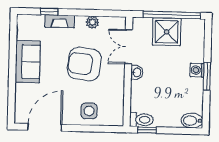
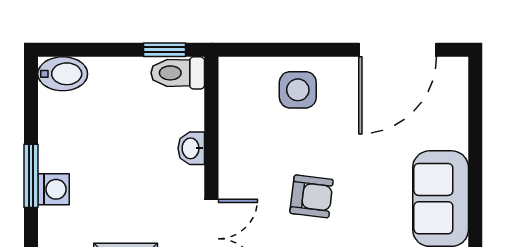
armchair: (84, 64) -> (312, 196), width x0.53, depth x0.53
washbasin: (137, 72) -> (191, 148), moved

